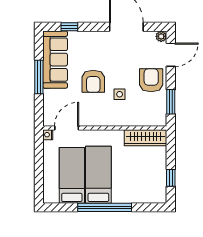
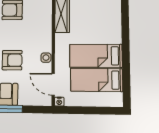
side table: (120, 94) -> (46, 58), moved
window: (105, 207) -> (126, 50), removed

